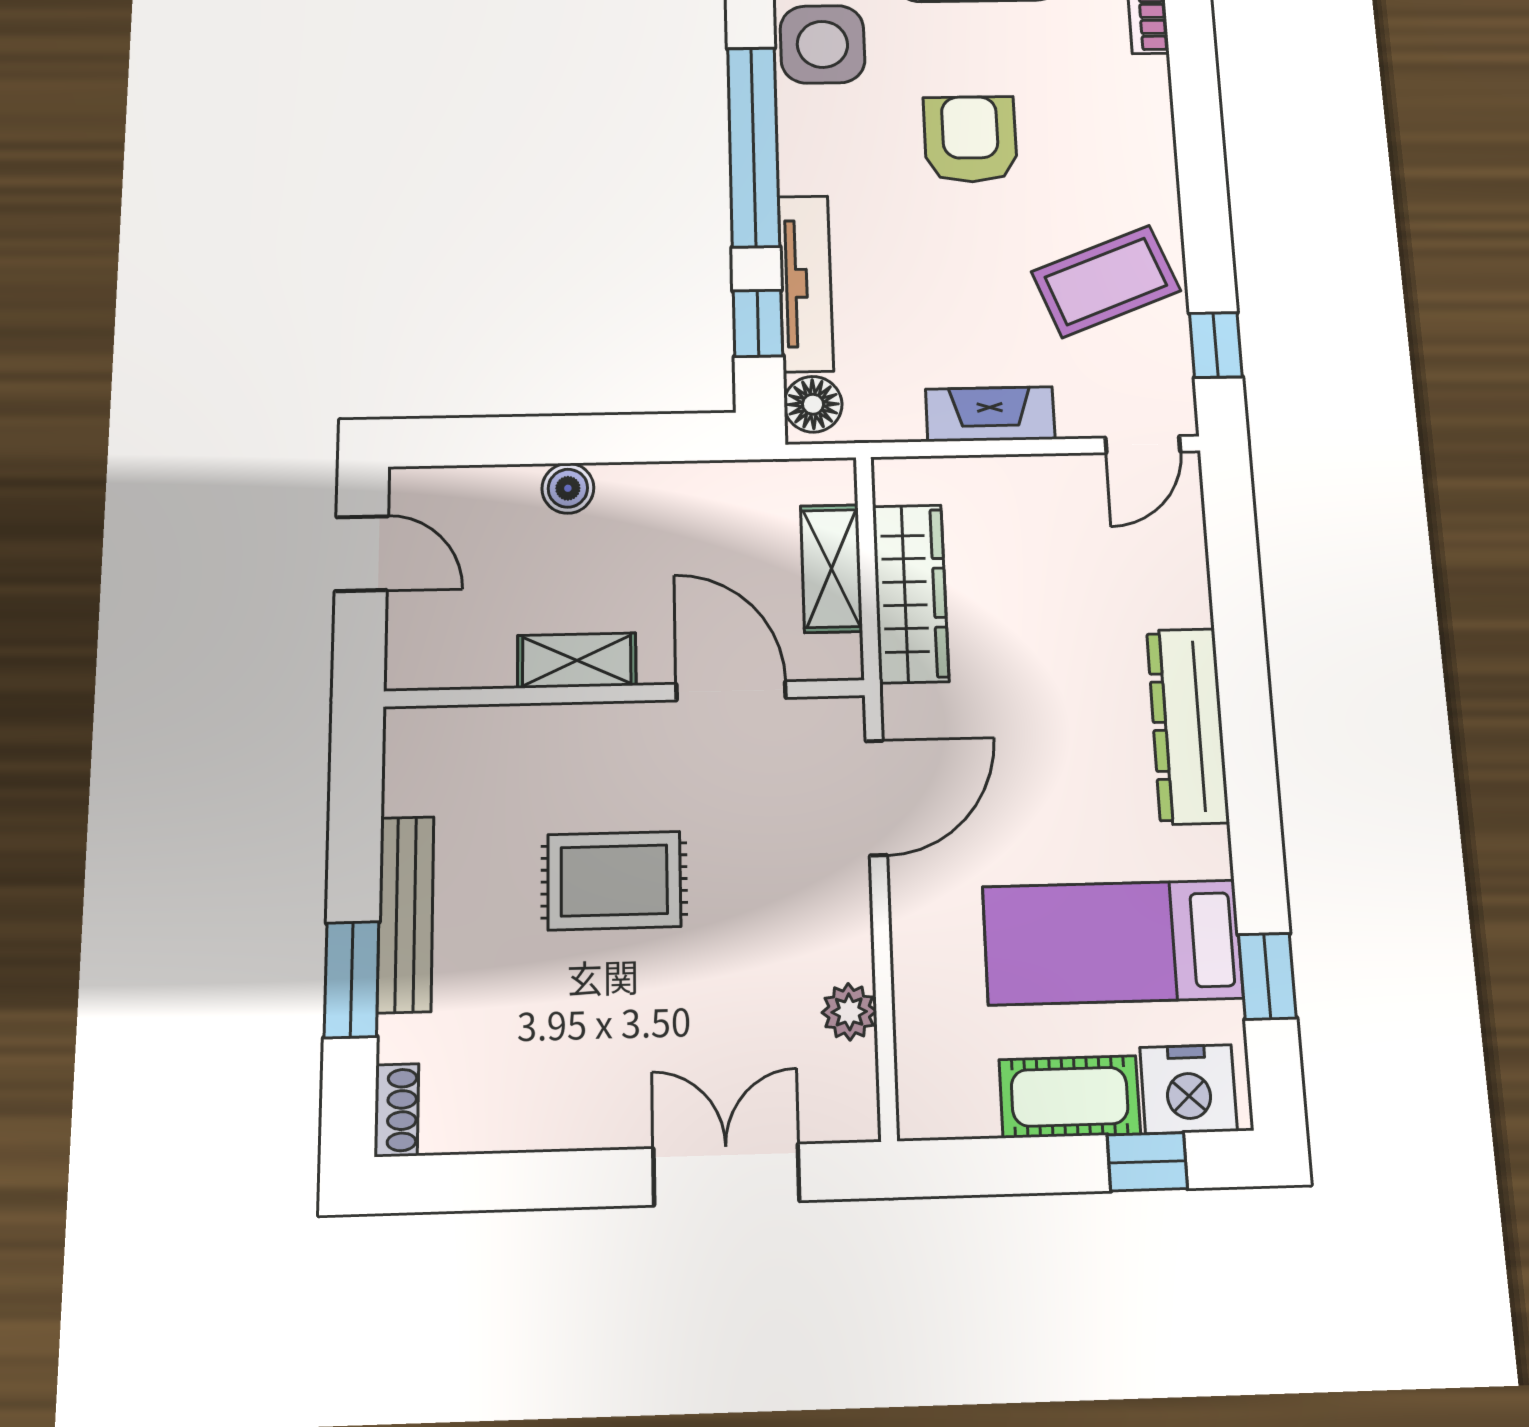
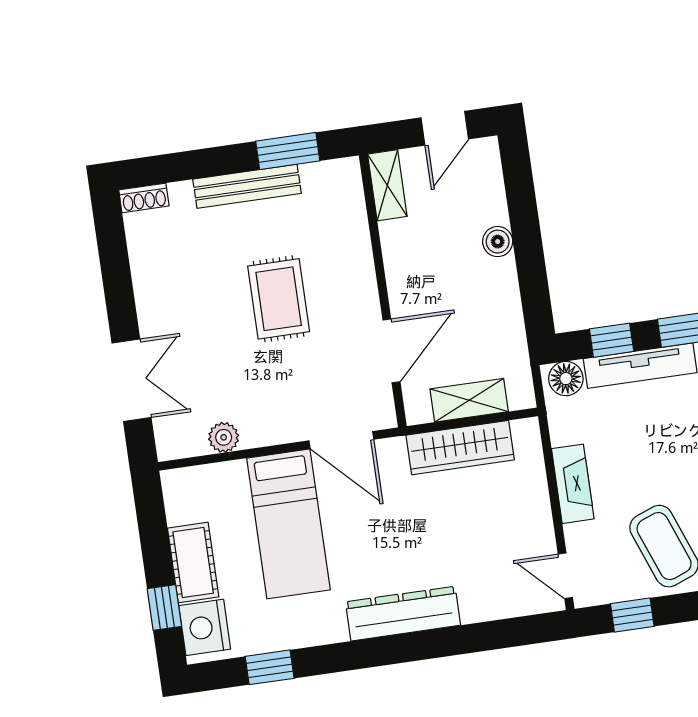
shelving: (577, 660) -> (387, 185), moved
bed: (1112, 942) -> (288, 524), moved, turned 180
window: (352, 980) -> (288, 151), moved

